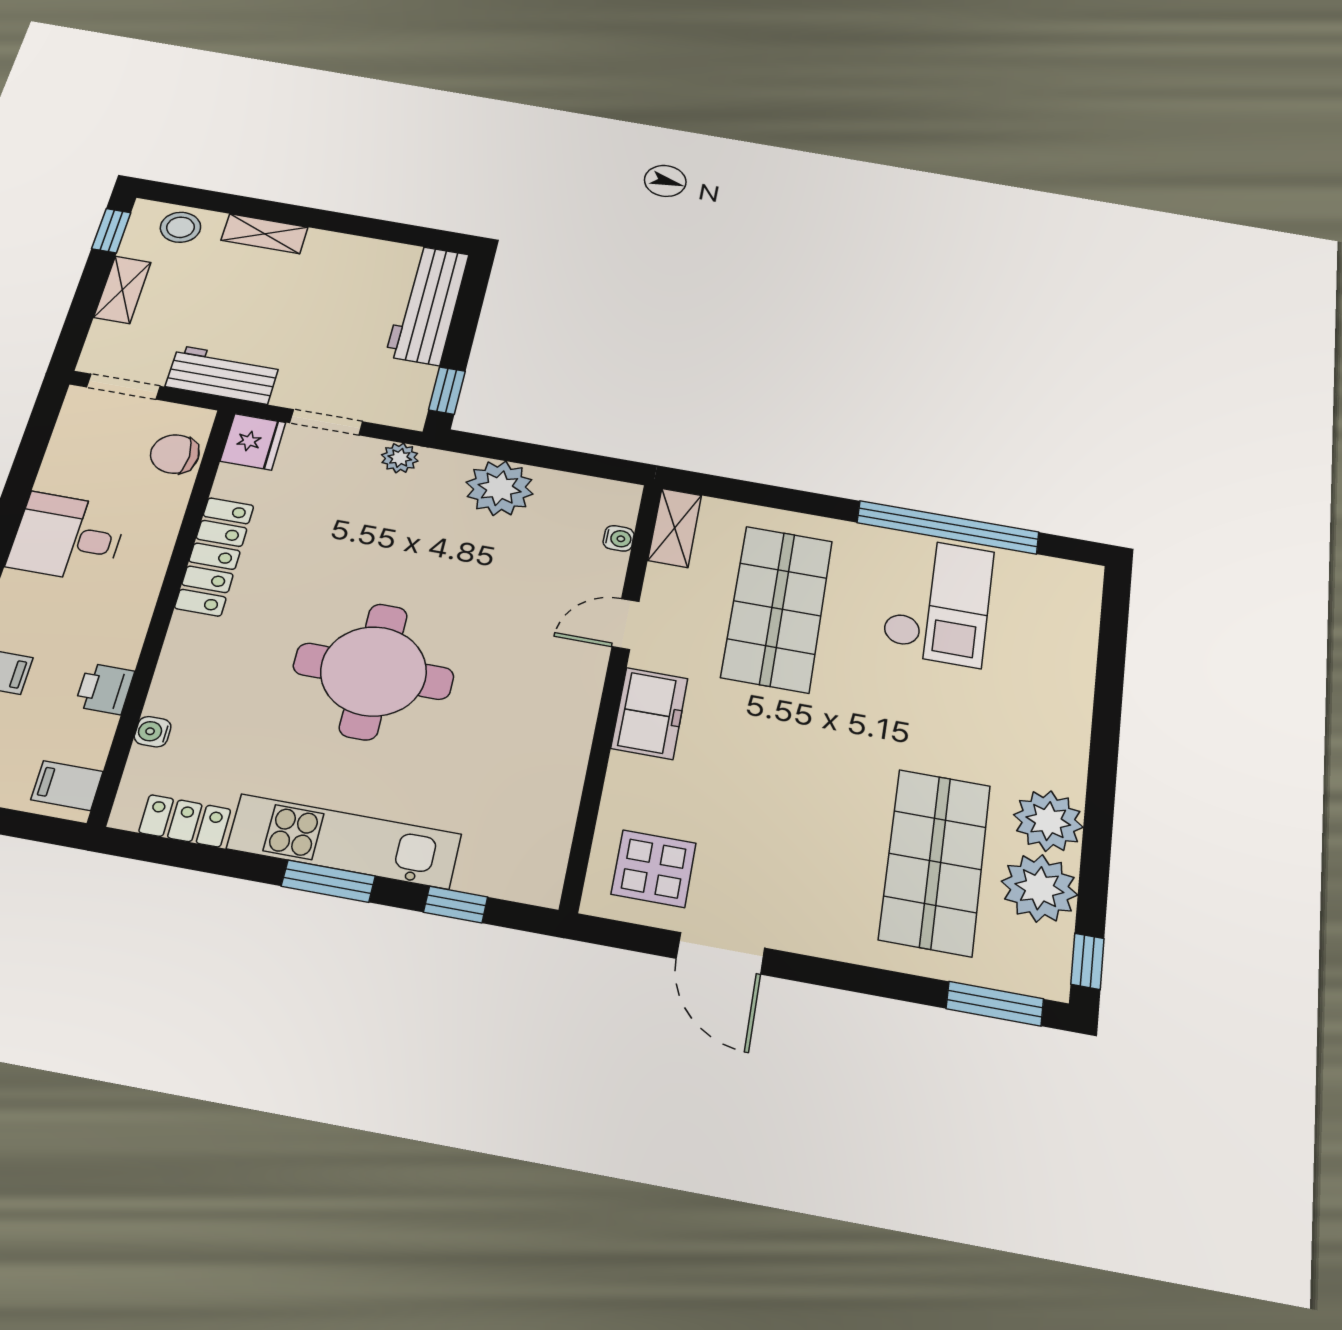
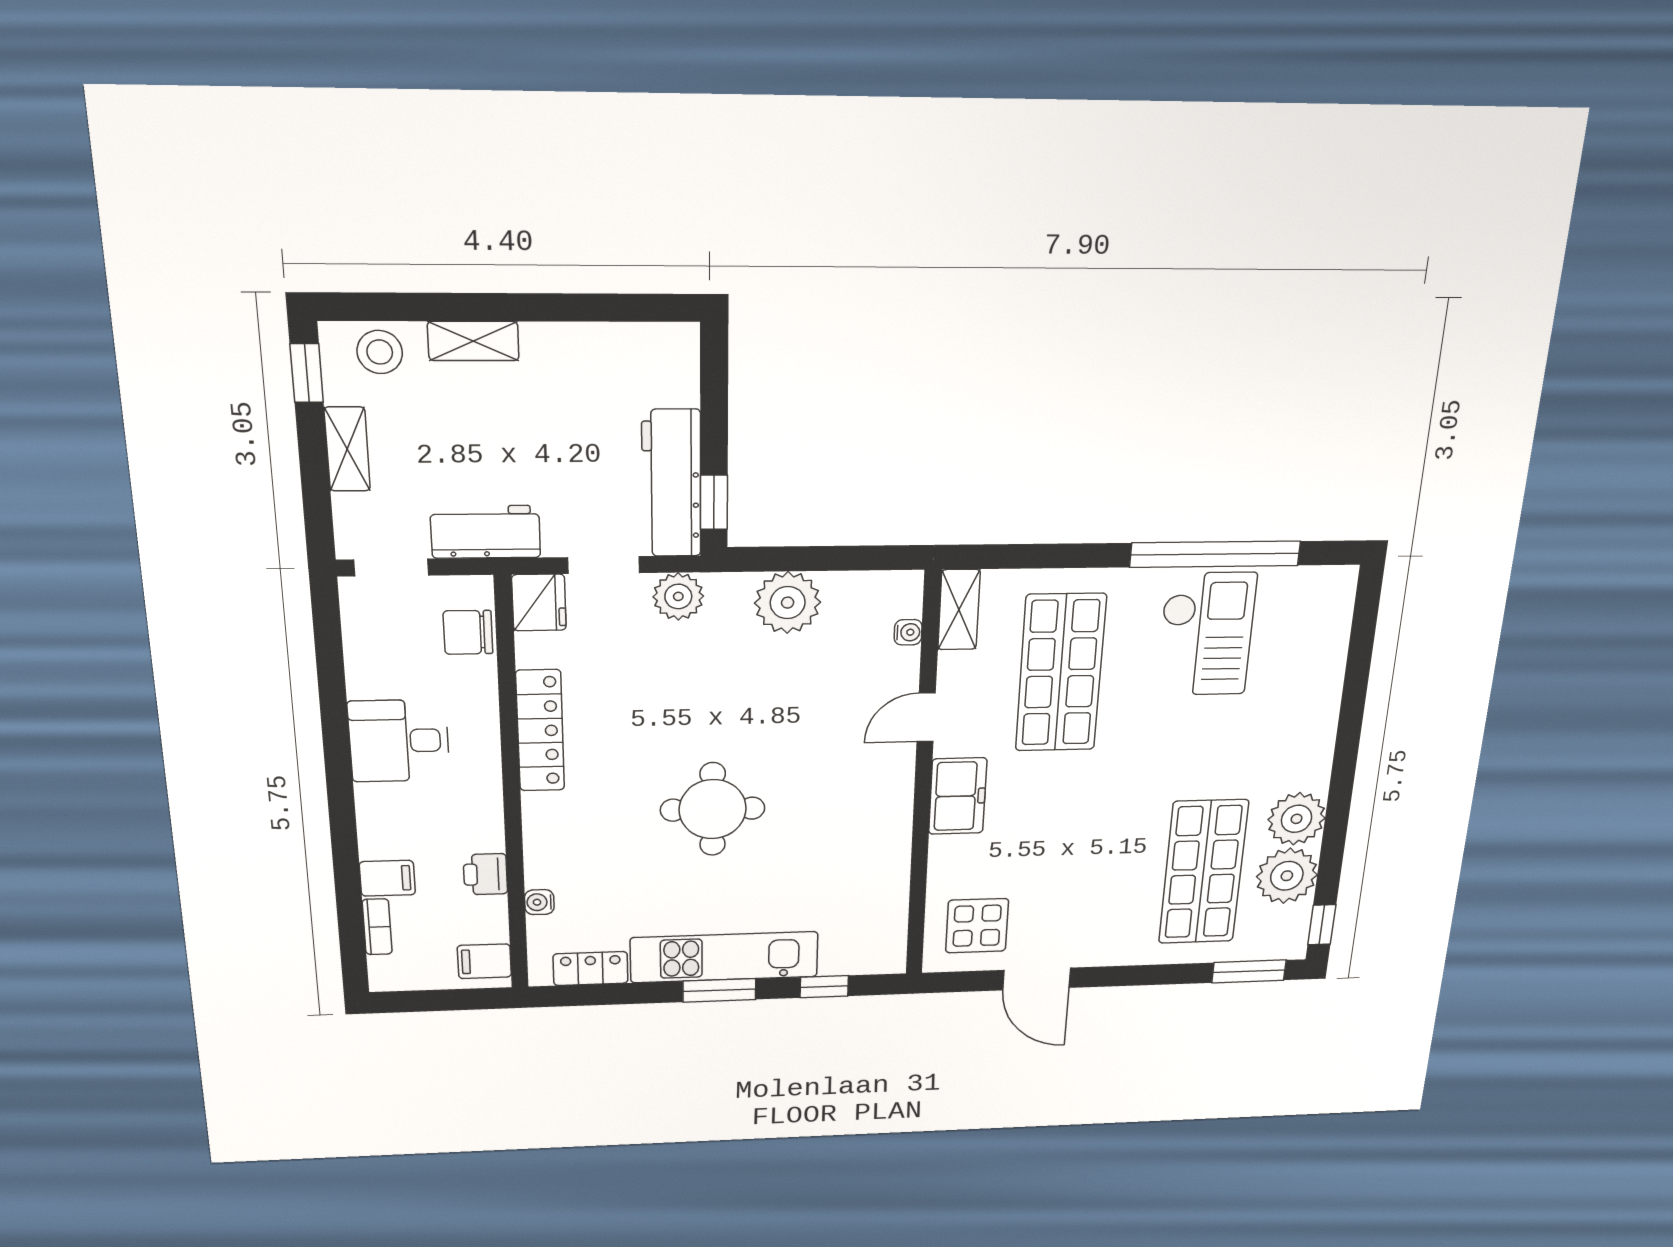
workbench: (427, 305) -> (671, 483), moved
plant: (400, 458) -> (678, 596), width x1.38, depth x1.38
round table: (373, 671) -> (713, 809), width x0.73, depth x0.73

